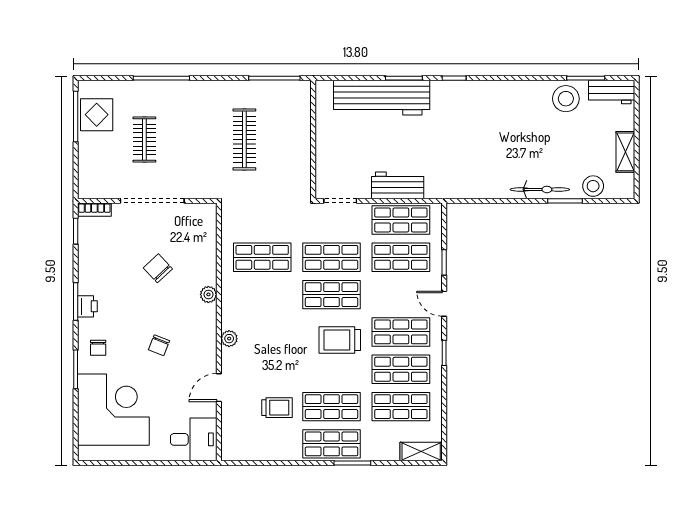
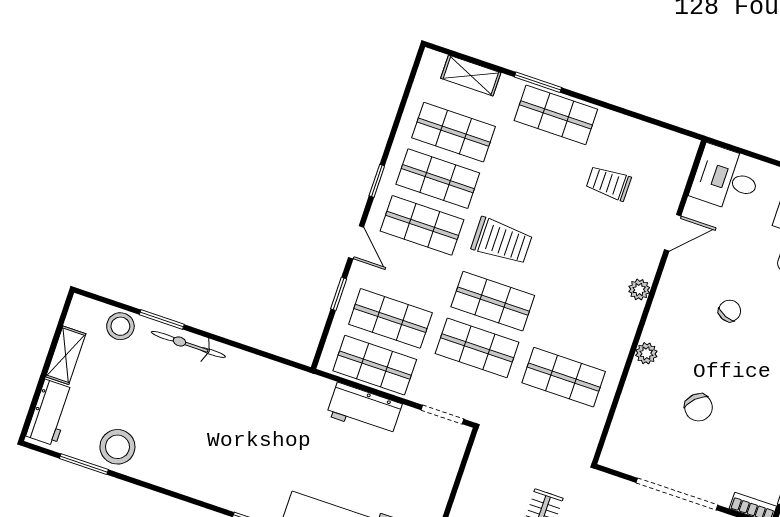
workbench: (612, 92) -> (50, 413), moved, turned 90
shop shelf: (332, 407) -> (540, 161), removed
shelving: (421, 451) -> (471, 75), moved

